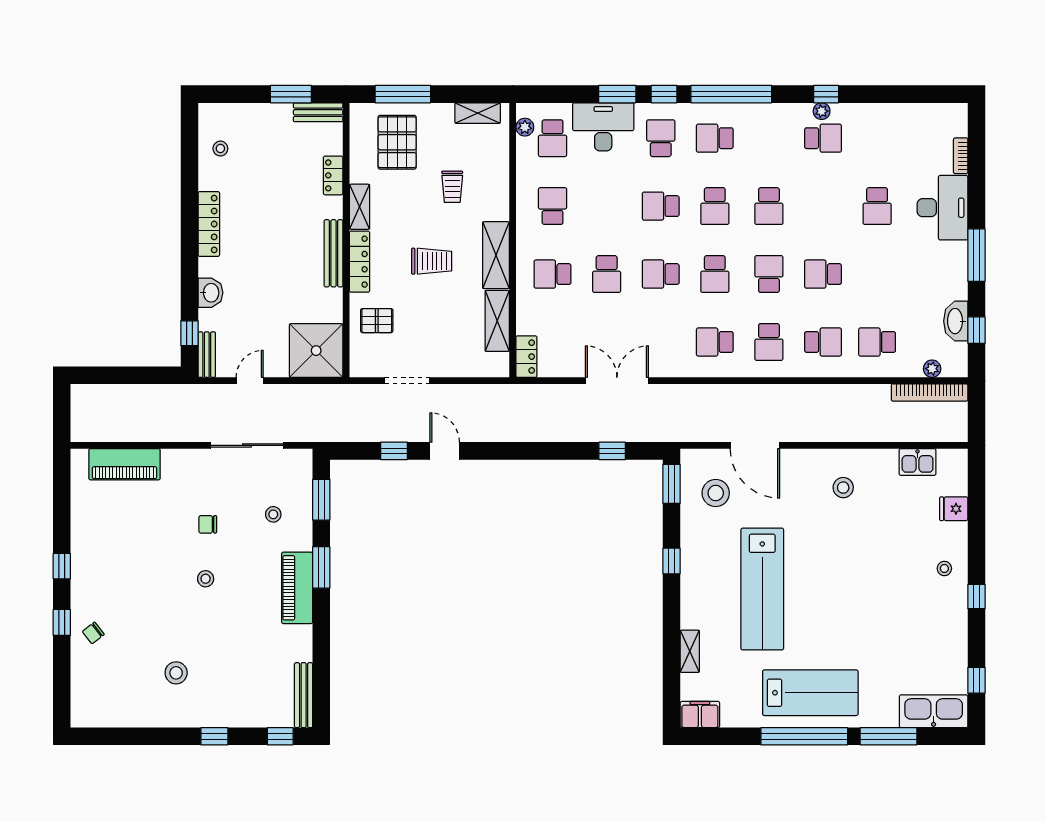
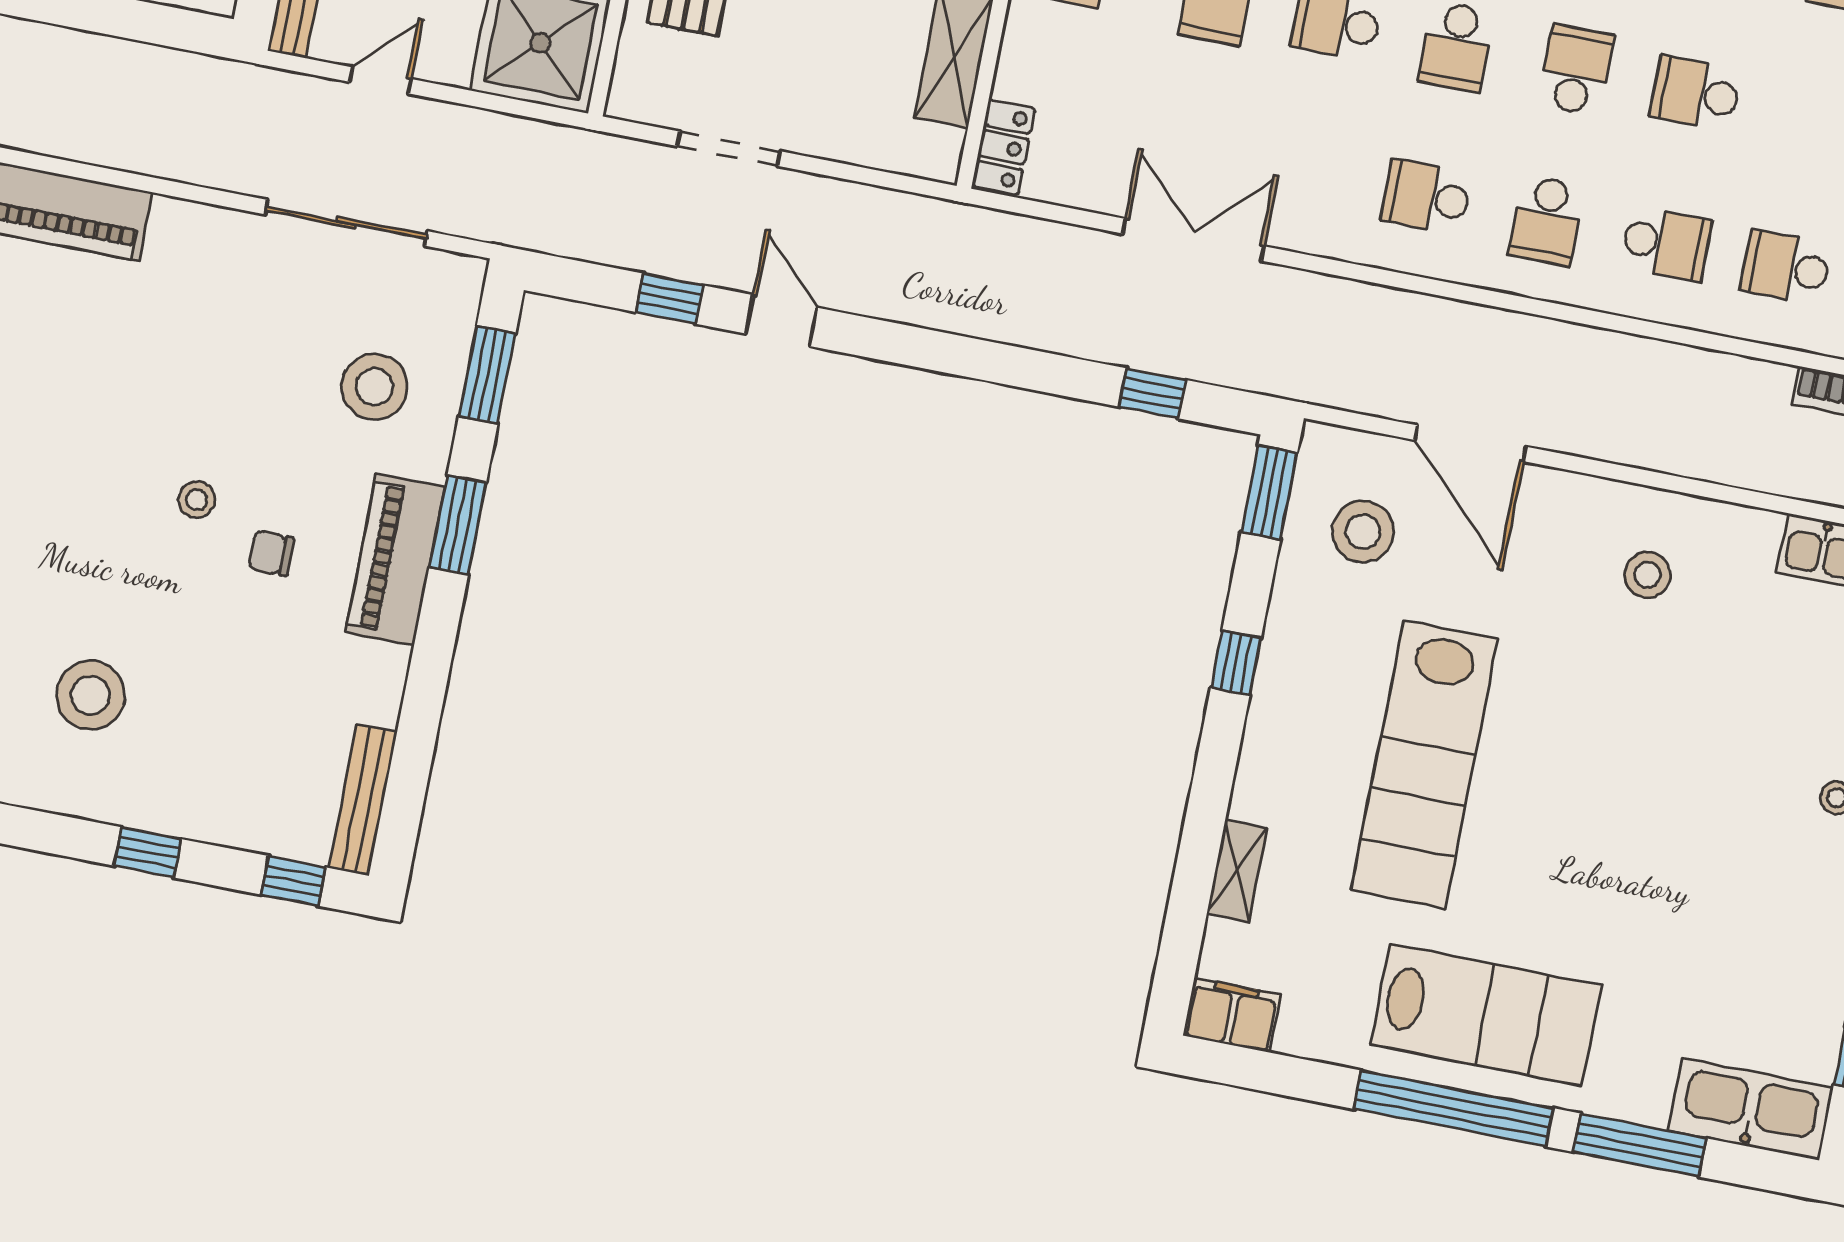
stool: (273, 514) -> (374, 387), width x1.89, depth x1.89
chair: (208, 524) -> (271, 553), moved
stool: (176, 673) -> (90, 695), width x1.38, depth x1.38

